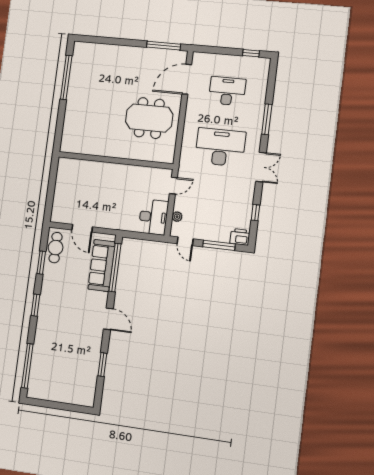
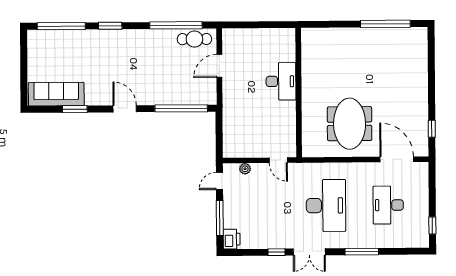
window: (164, 46) -> (432, 129), width x0.46
desk: (227, 91) -> (388, 205), turned 180
window: (255, 213) -> (277, 252), moved
desk: (153, 217) -> (281, 81), moved, turned -90
window: (41, 262) -> (176, 25), width x2.11
sofa: (102, 265) -> (56, 94), moved
window: (35, 305) -> (110, 26), moved
door: (108, 319) -> (125, 109), swing flipped

